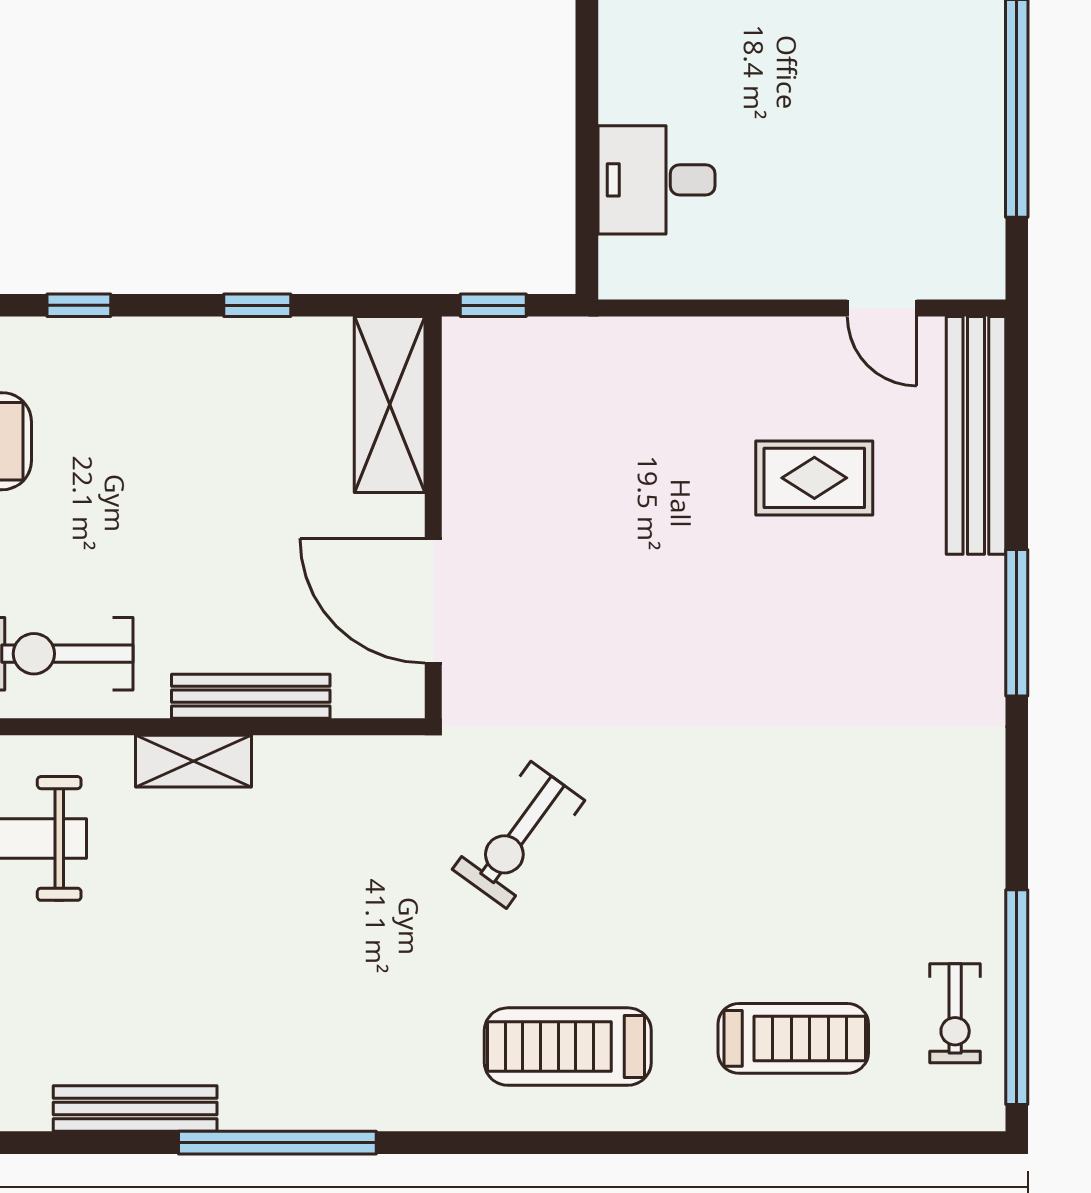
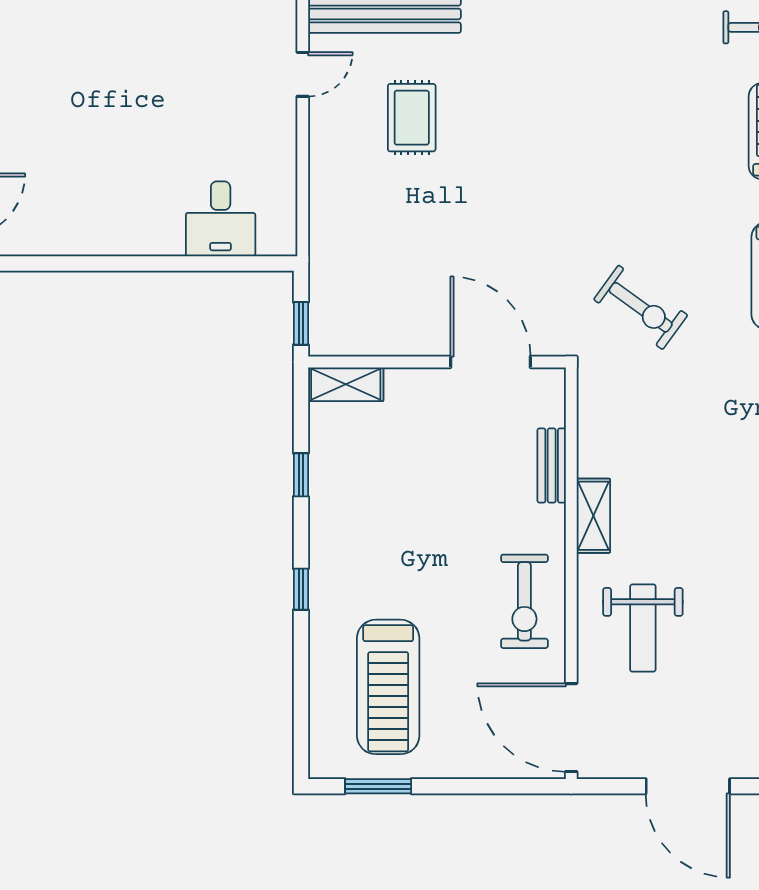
shelving: (390, 405) -> (346, 384), width x0.67, depth x0.75
door: (433, 601) -> (490, 362), swing flipped
bench: (251, 696) -> (552, 466), width x0.73

